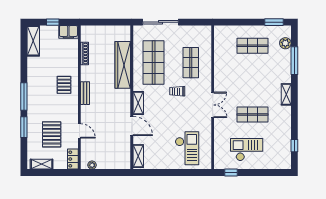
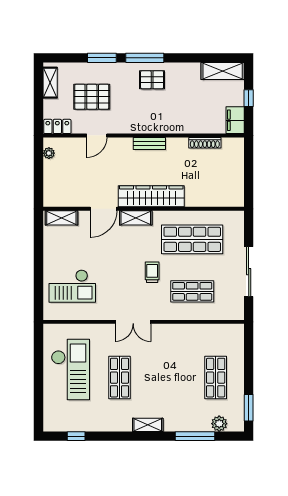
sliding door: (160, 22) -> (249, 272), moved
wardrobe: (123, 65) -> (151, 196), moved
pallet: (64, 85) -> (152, 80), moved
checkout: (247, 150) -> (70, 369), width x1.36, depth x1.21
window: (231, 172) -> (38, 348), removed

